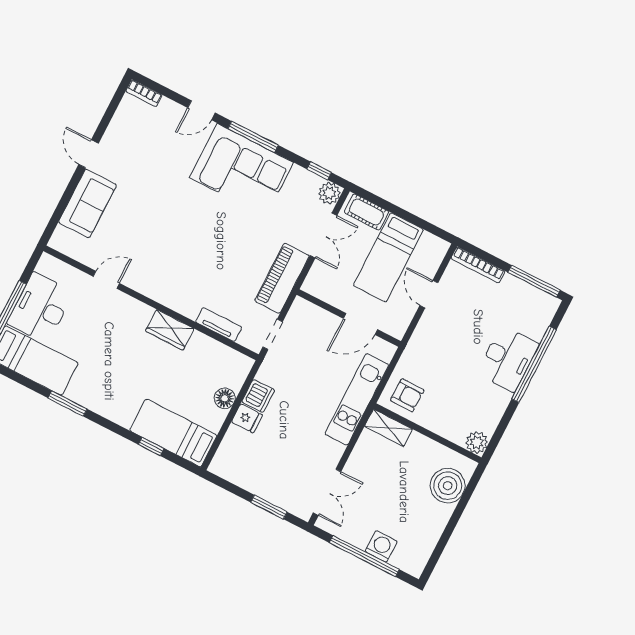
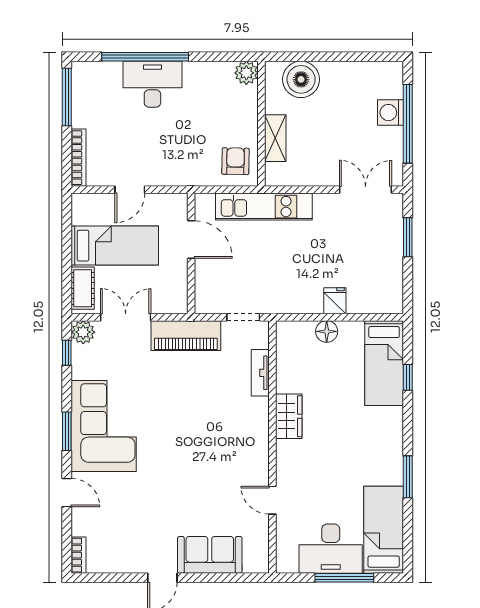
window: (253, 137) -> (67, 431), width x0.69
dishwasher: (258, 396) -> (308, 301), removed
shelving: (388, 428) -> (275, 138), moved

